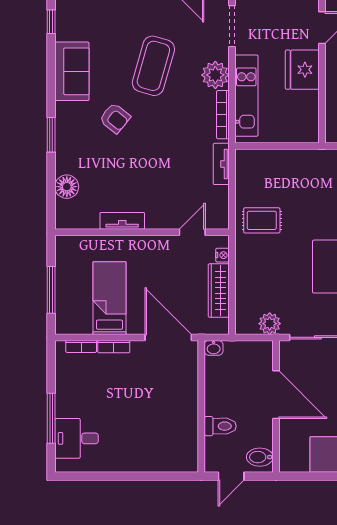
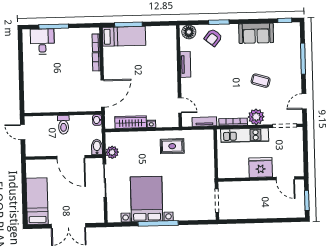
coffee table: (153, 66) -> (261, 81), width x0.54, depth x0.58
armchair: (115, 118) -> (213, 37), moved
rug: (262, 220) -> (172, 146), turned 90
tv unit: (122, 221) -> (185, 64), moved
wall: (142, 232) -> (179, 76), moved
door: (192, 232) -> (180, 105), moved
bed: (109, 298) -> (124, 36), moved
door: (276, 395) -> (71, 157), hinge flipped
toilet: (220, 426) -> (63, 125), moved
bidet: (260, 457) -> (97, 147), moved

